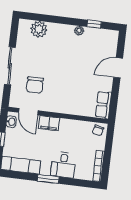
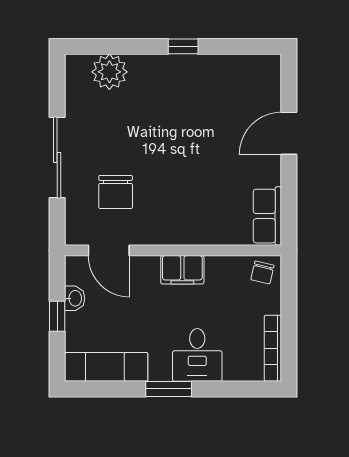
window: (94, 24) -> (183, 46), moved
plant: (79, 31) -> (196, 64), removed
washbasin: (11, 122) -> (75, 298), moved
filing cabinet: (49, 123) -> (182, 270), moved

